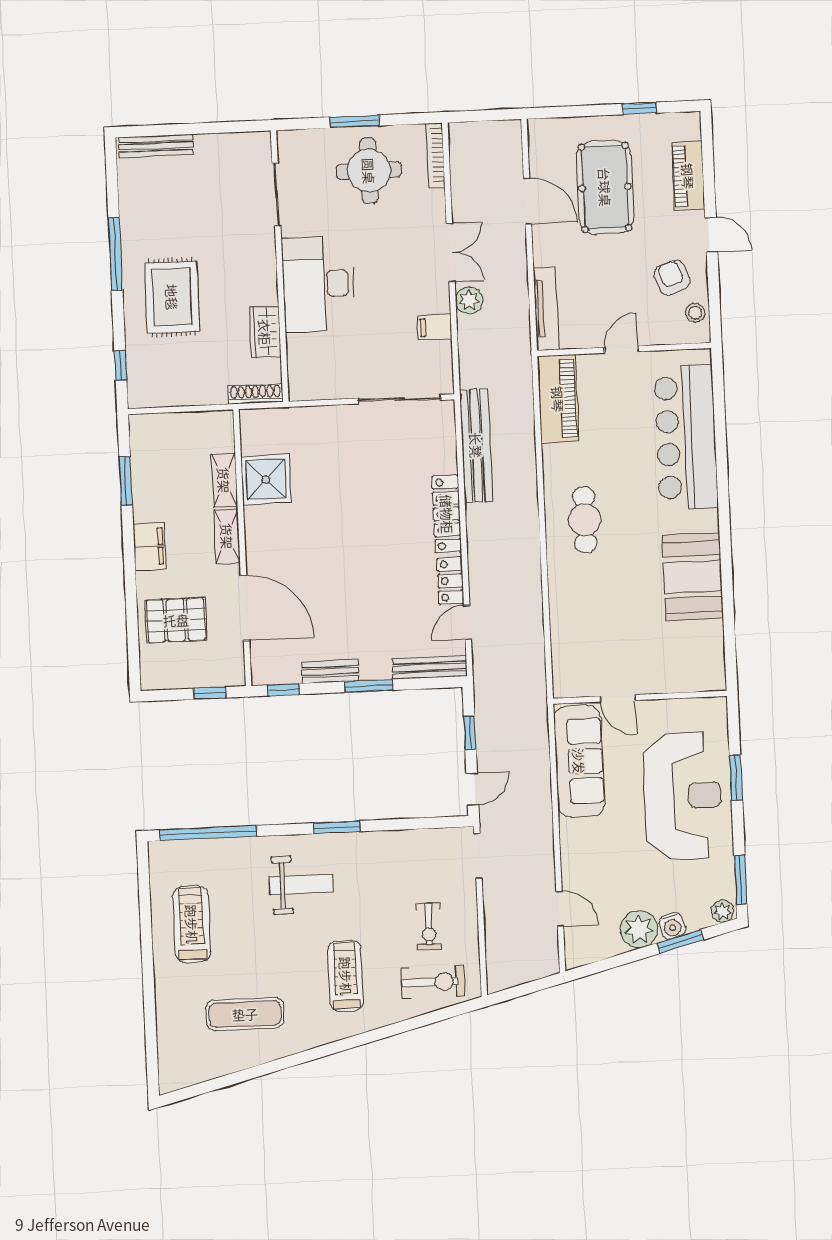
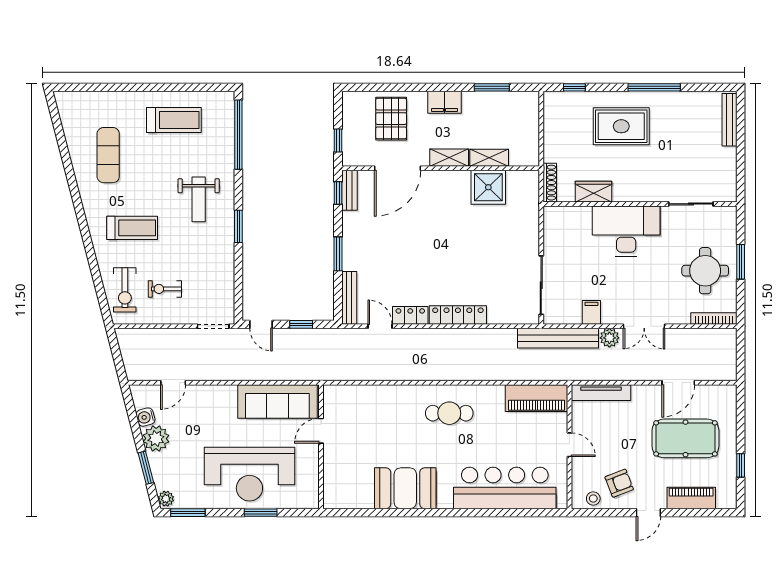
bench: (476, 445) -> (558, 338), moved
bench: (330, 672) -> (349, 190), moved
water cooler: (672, 926) -> (146, 417), moved

